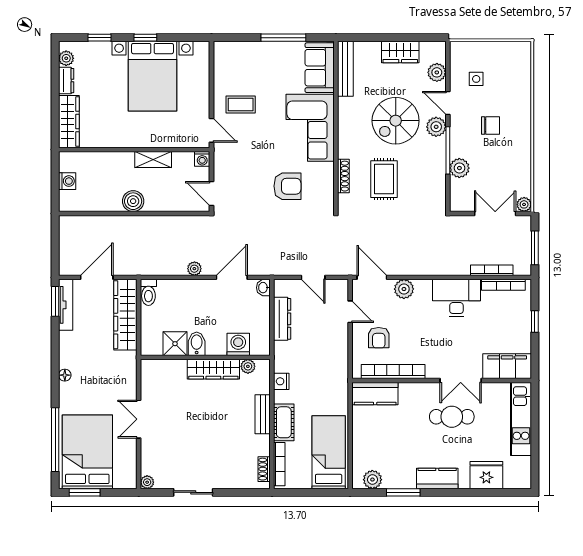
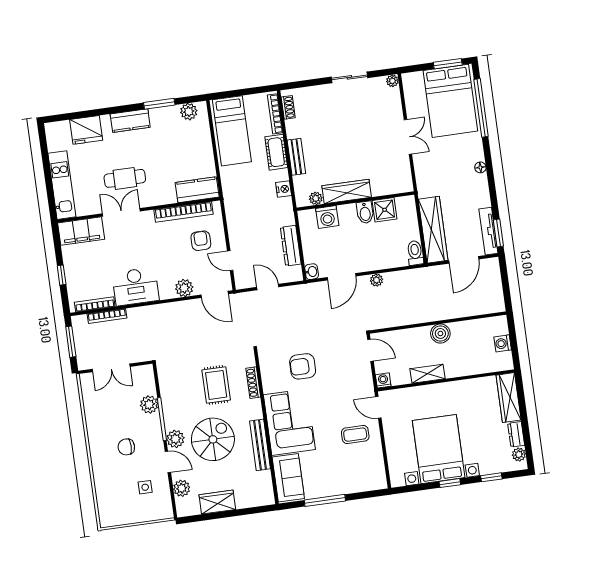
bench: (345, 69) -> (260, 445), moved
plant: (524, 204) -> (86, 380), removed

